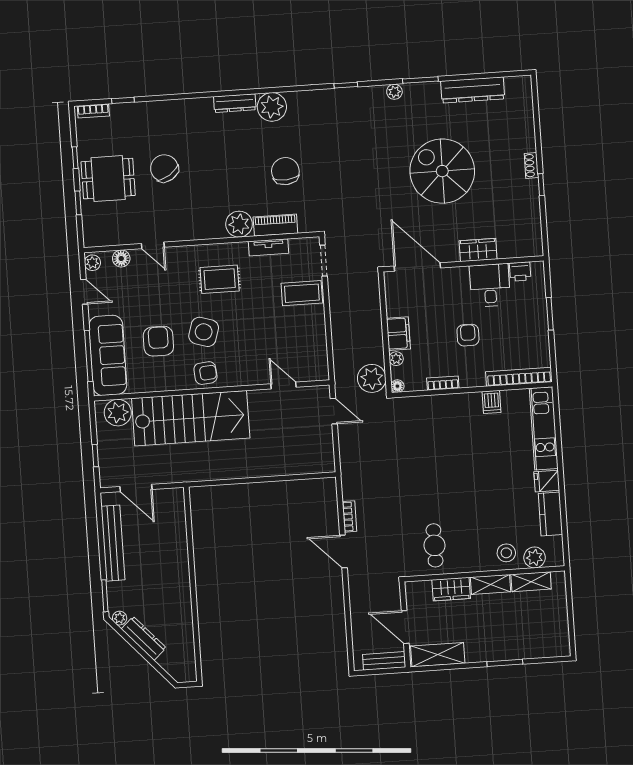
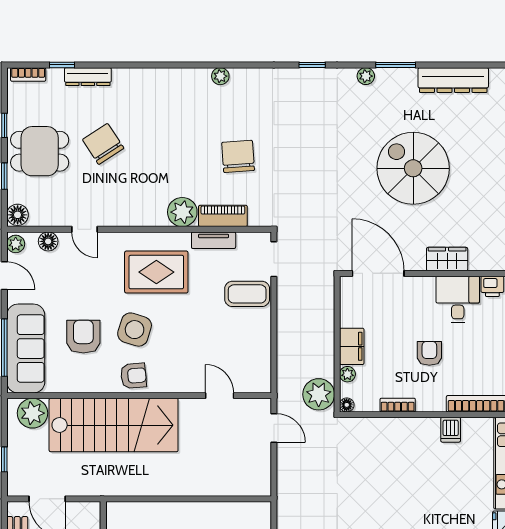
dresser: (235, 103) -> (88, 77), moved
plant: (272, 107) -> (220, 76), width x0.53, depth x0.53
floor lamp: (92, 237) -> (18, 215), added
rug: (220, 279) -> (156, 272), width x1.36, depth x1.43

